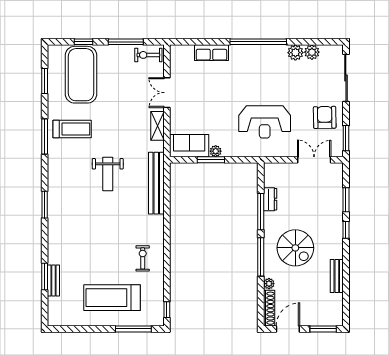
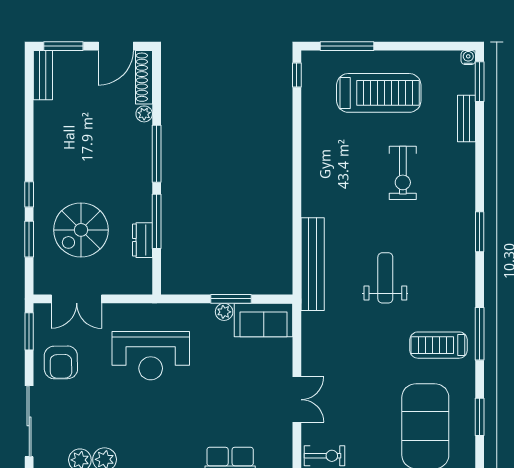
reception desk: (265, 122) -> (151, 356), turned 180
shelving: (157, 126) -> (311, 350), removed
spiral stairs: (295, 248) -> (81, 230), moved, turned -90
exercise bike: (143, 258) -> (403, 173), moved, width x1.38, depth x1.39
window: (45, 276) -> (480, 82), moved
bench: (337, 276) -> (43, 75), moved
water cooler: (52, 321) -> (468, 57), added

